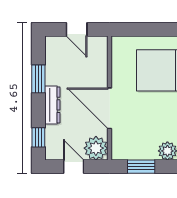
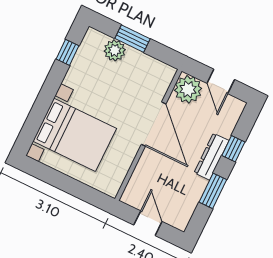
window: (38, 137) -> (233, 149), moved
window: (141, 167) -> (132, 39), moved

